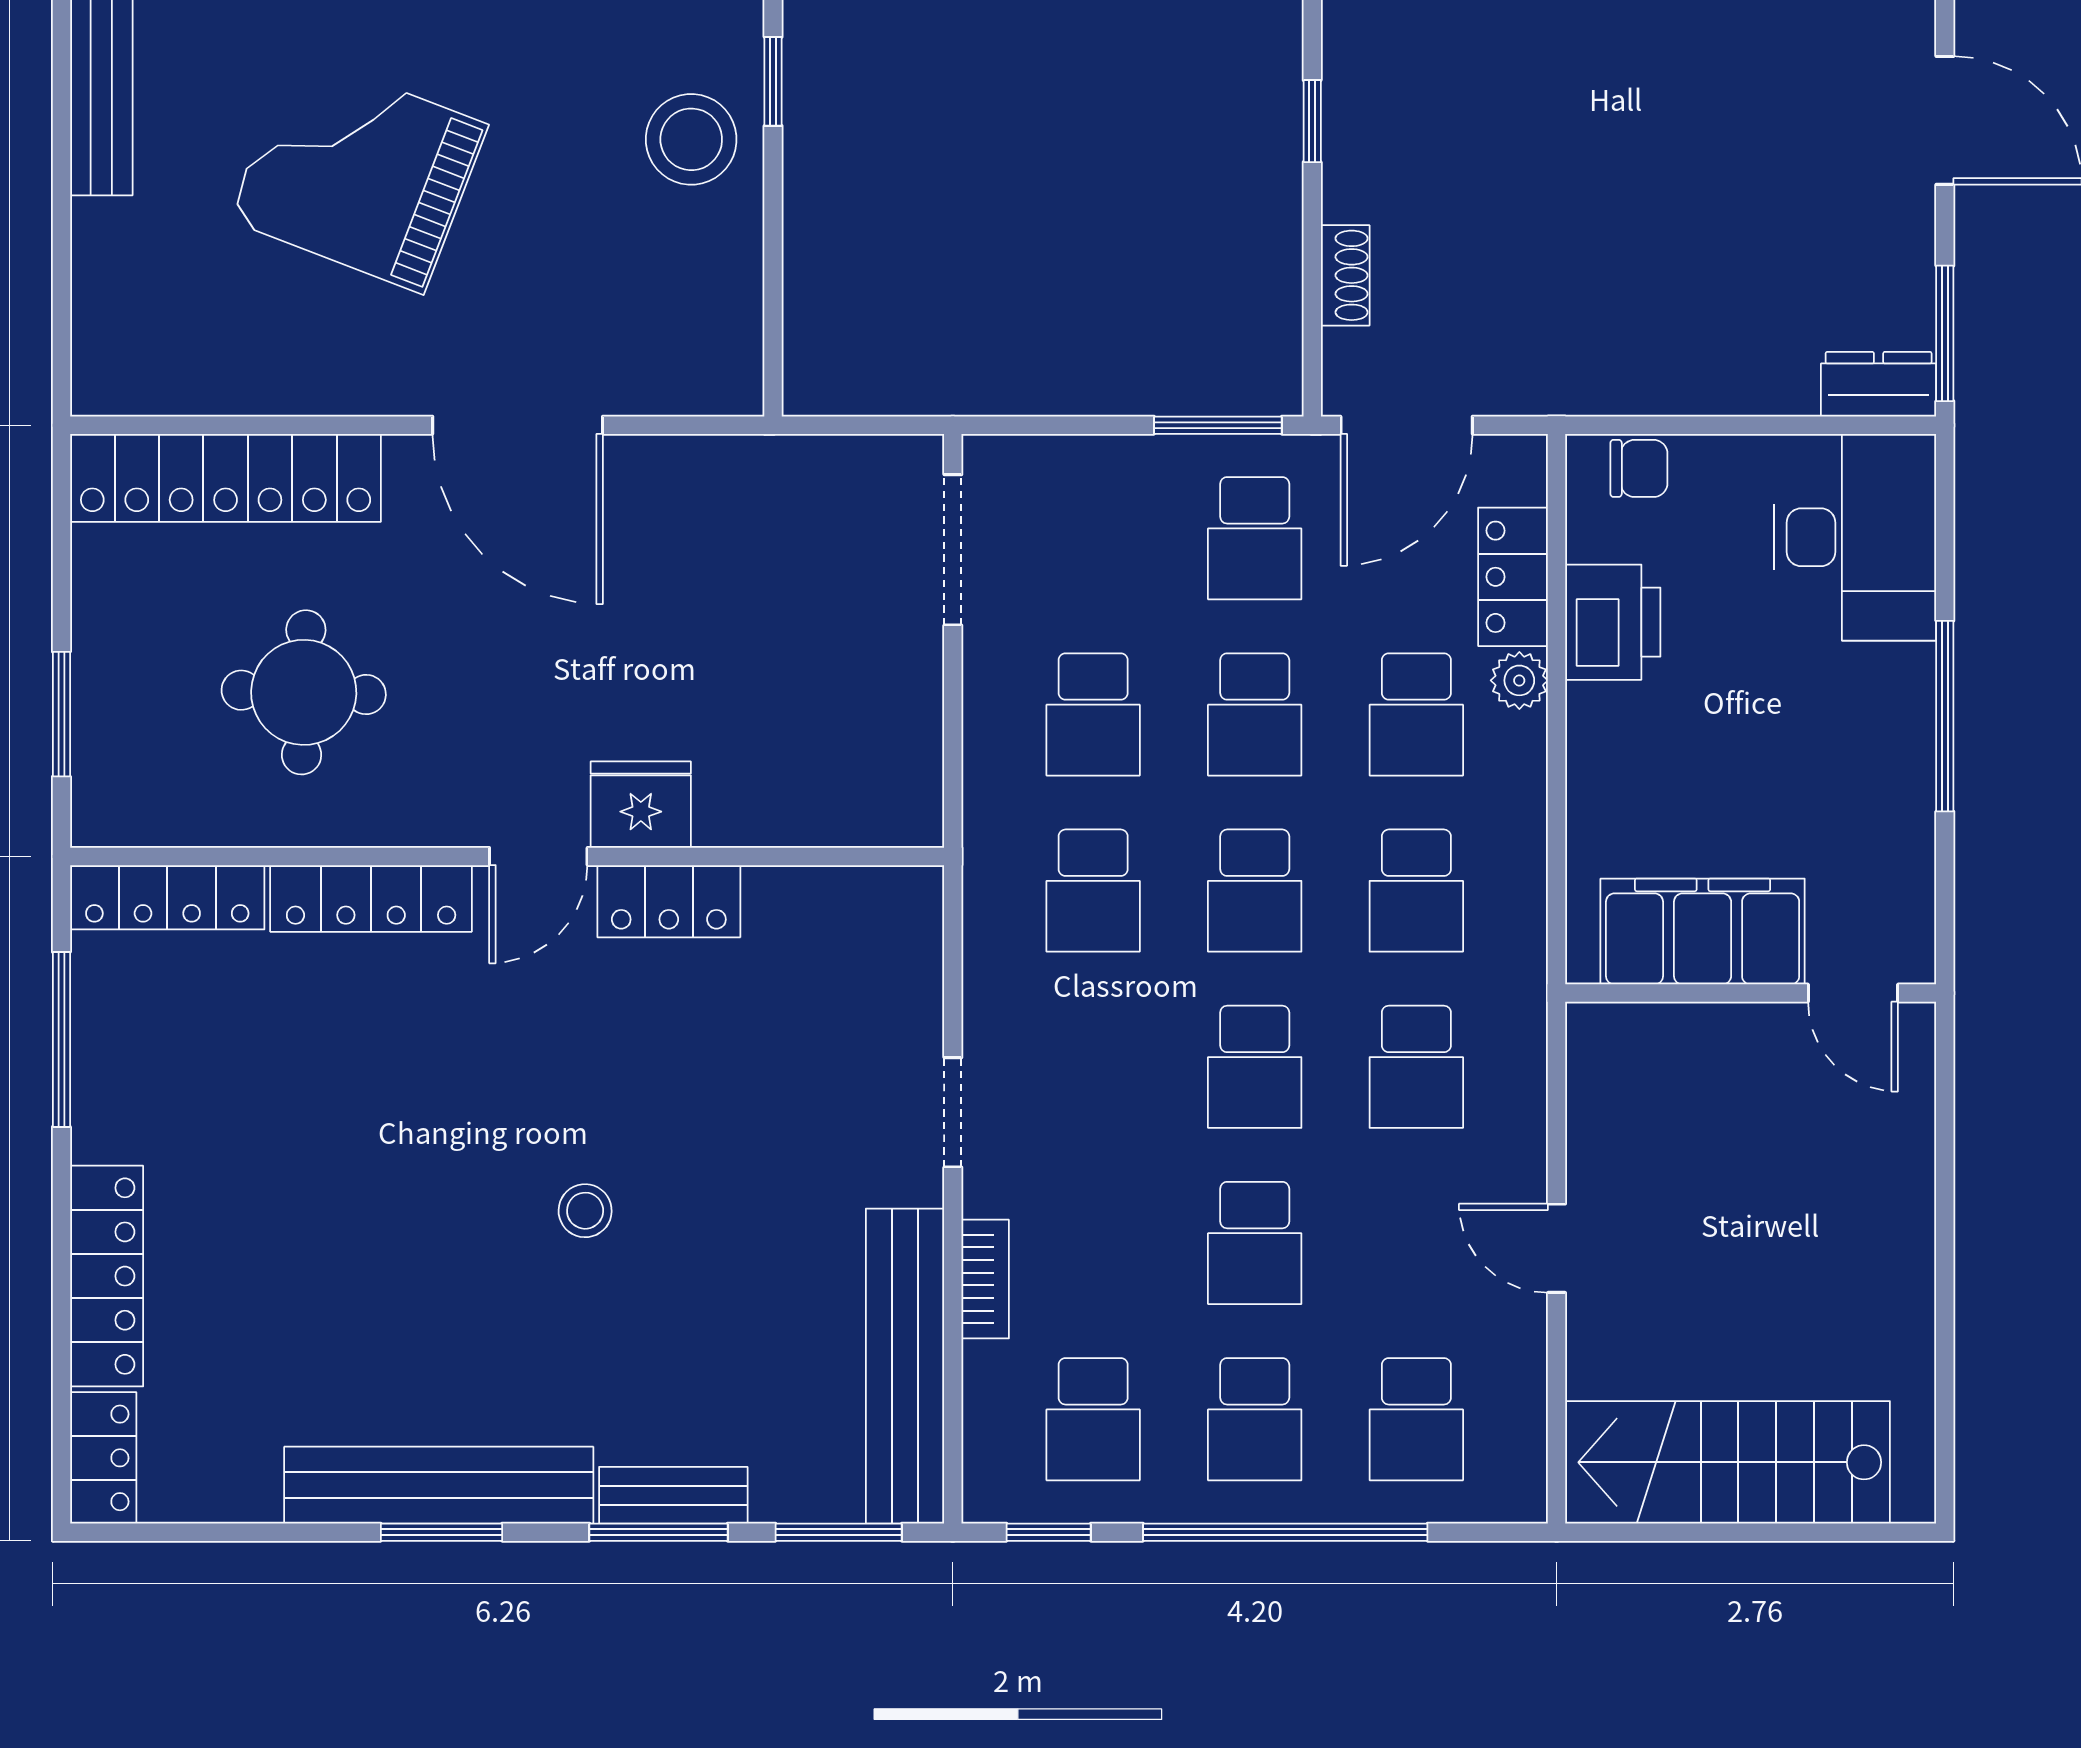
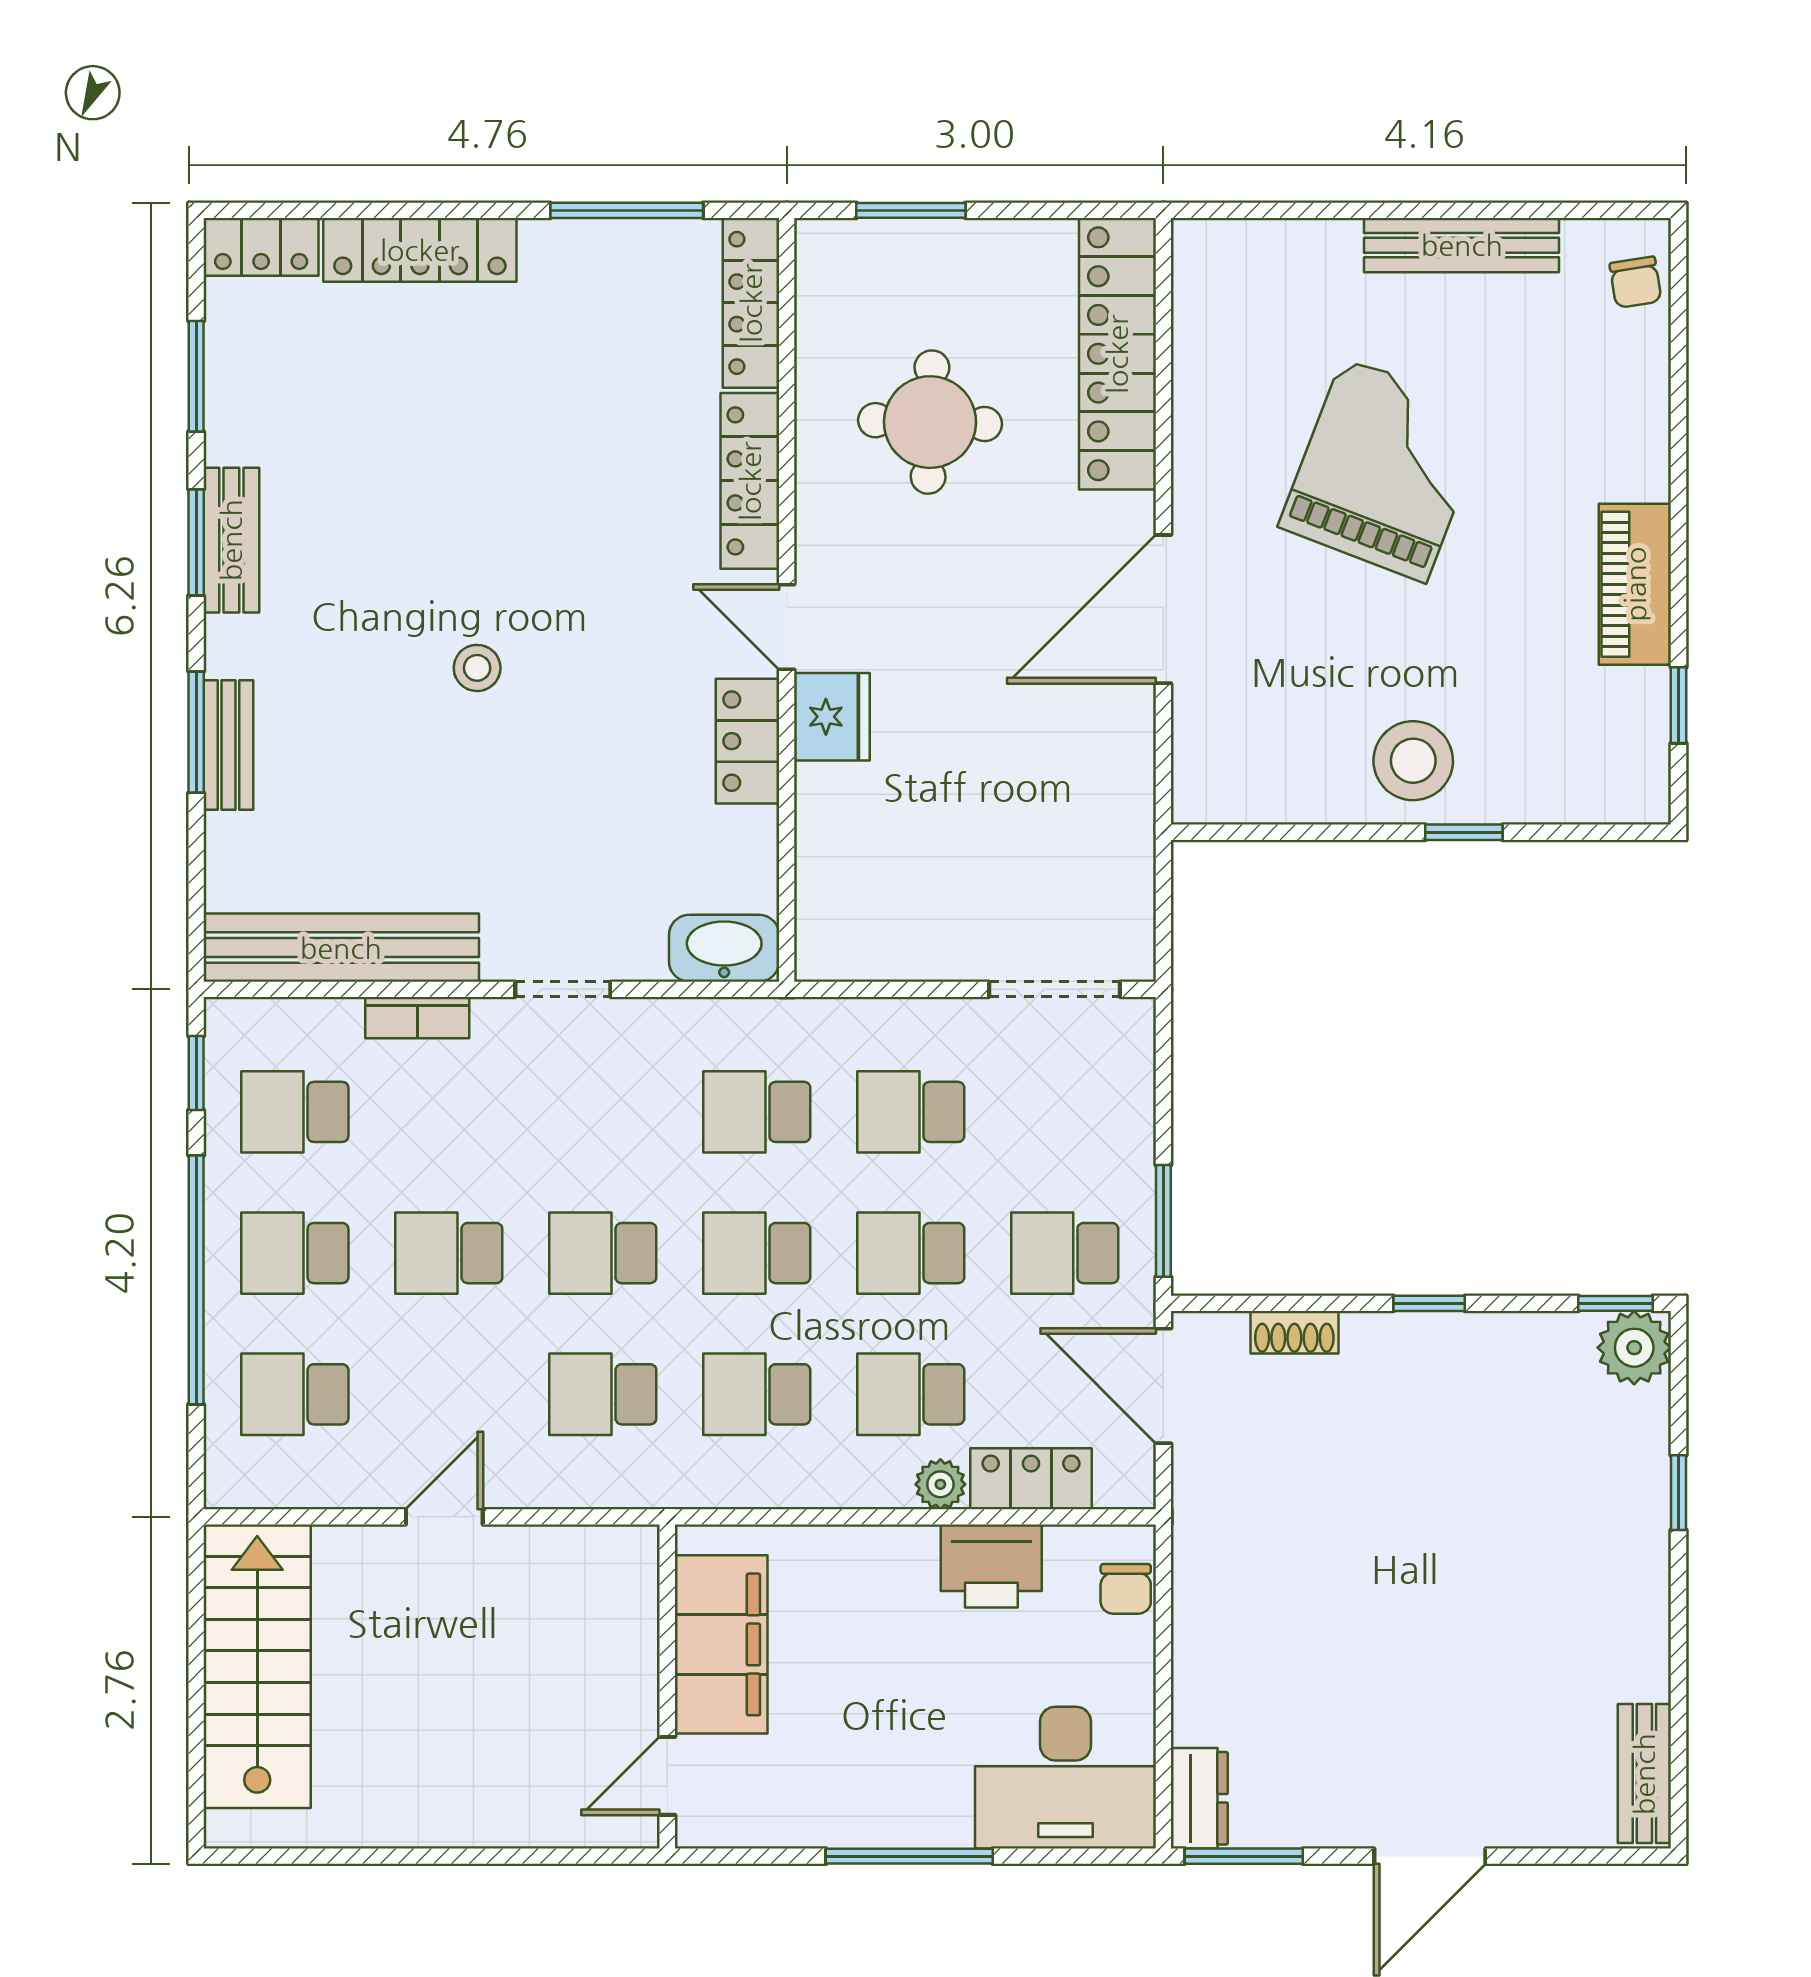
washbasin: (906, 928) -> (724, 948), added
bench: (439, 1485) -> (231, 540), width x0.54, depth x0.82
window: (839, 1532) -> (196, 376), moved

